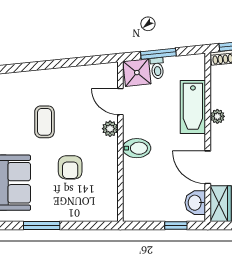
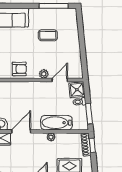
window: (158, 54) -> (89, 114), moved
bidet: (137, 148) -> (32, 90), removed
armchair: (70, 167) -> (19, 69), moved, turned 180

